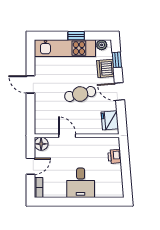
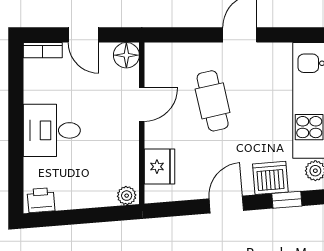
cafe table: (80, 94) -> (213, 101), moved
fridge: (110, 120) -> (159, 167), moved, turned 95
plant: (115, 144) -> (127, 196), added
printer: (114, 156) -> (41, 200), moved

